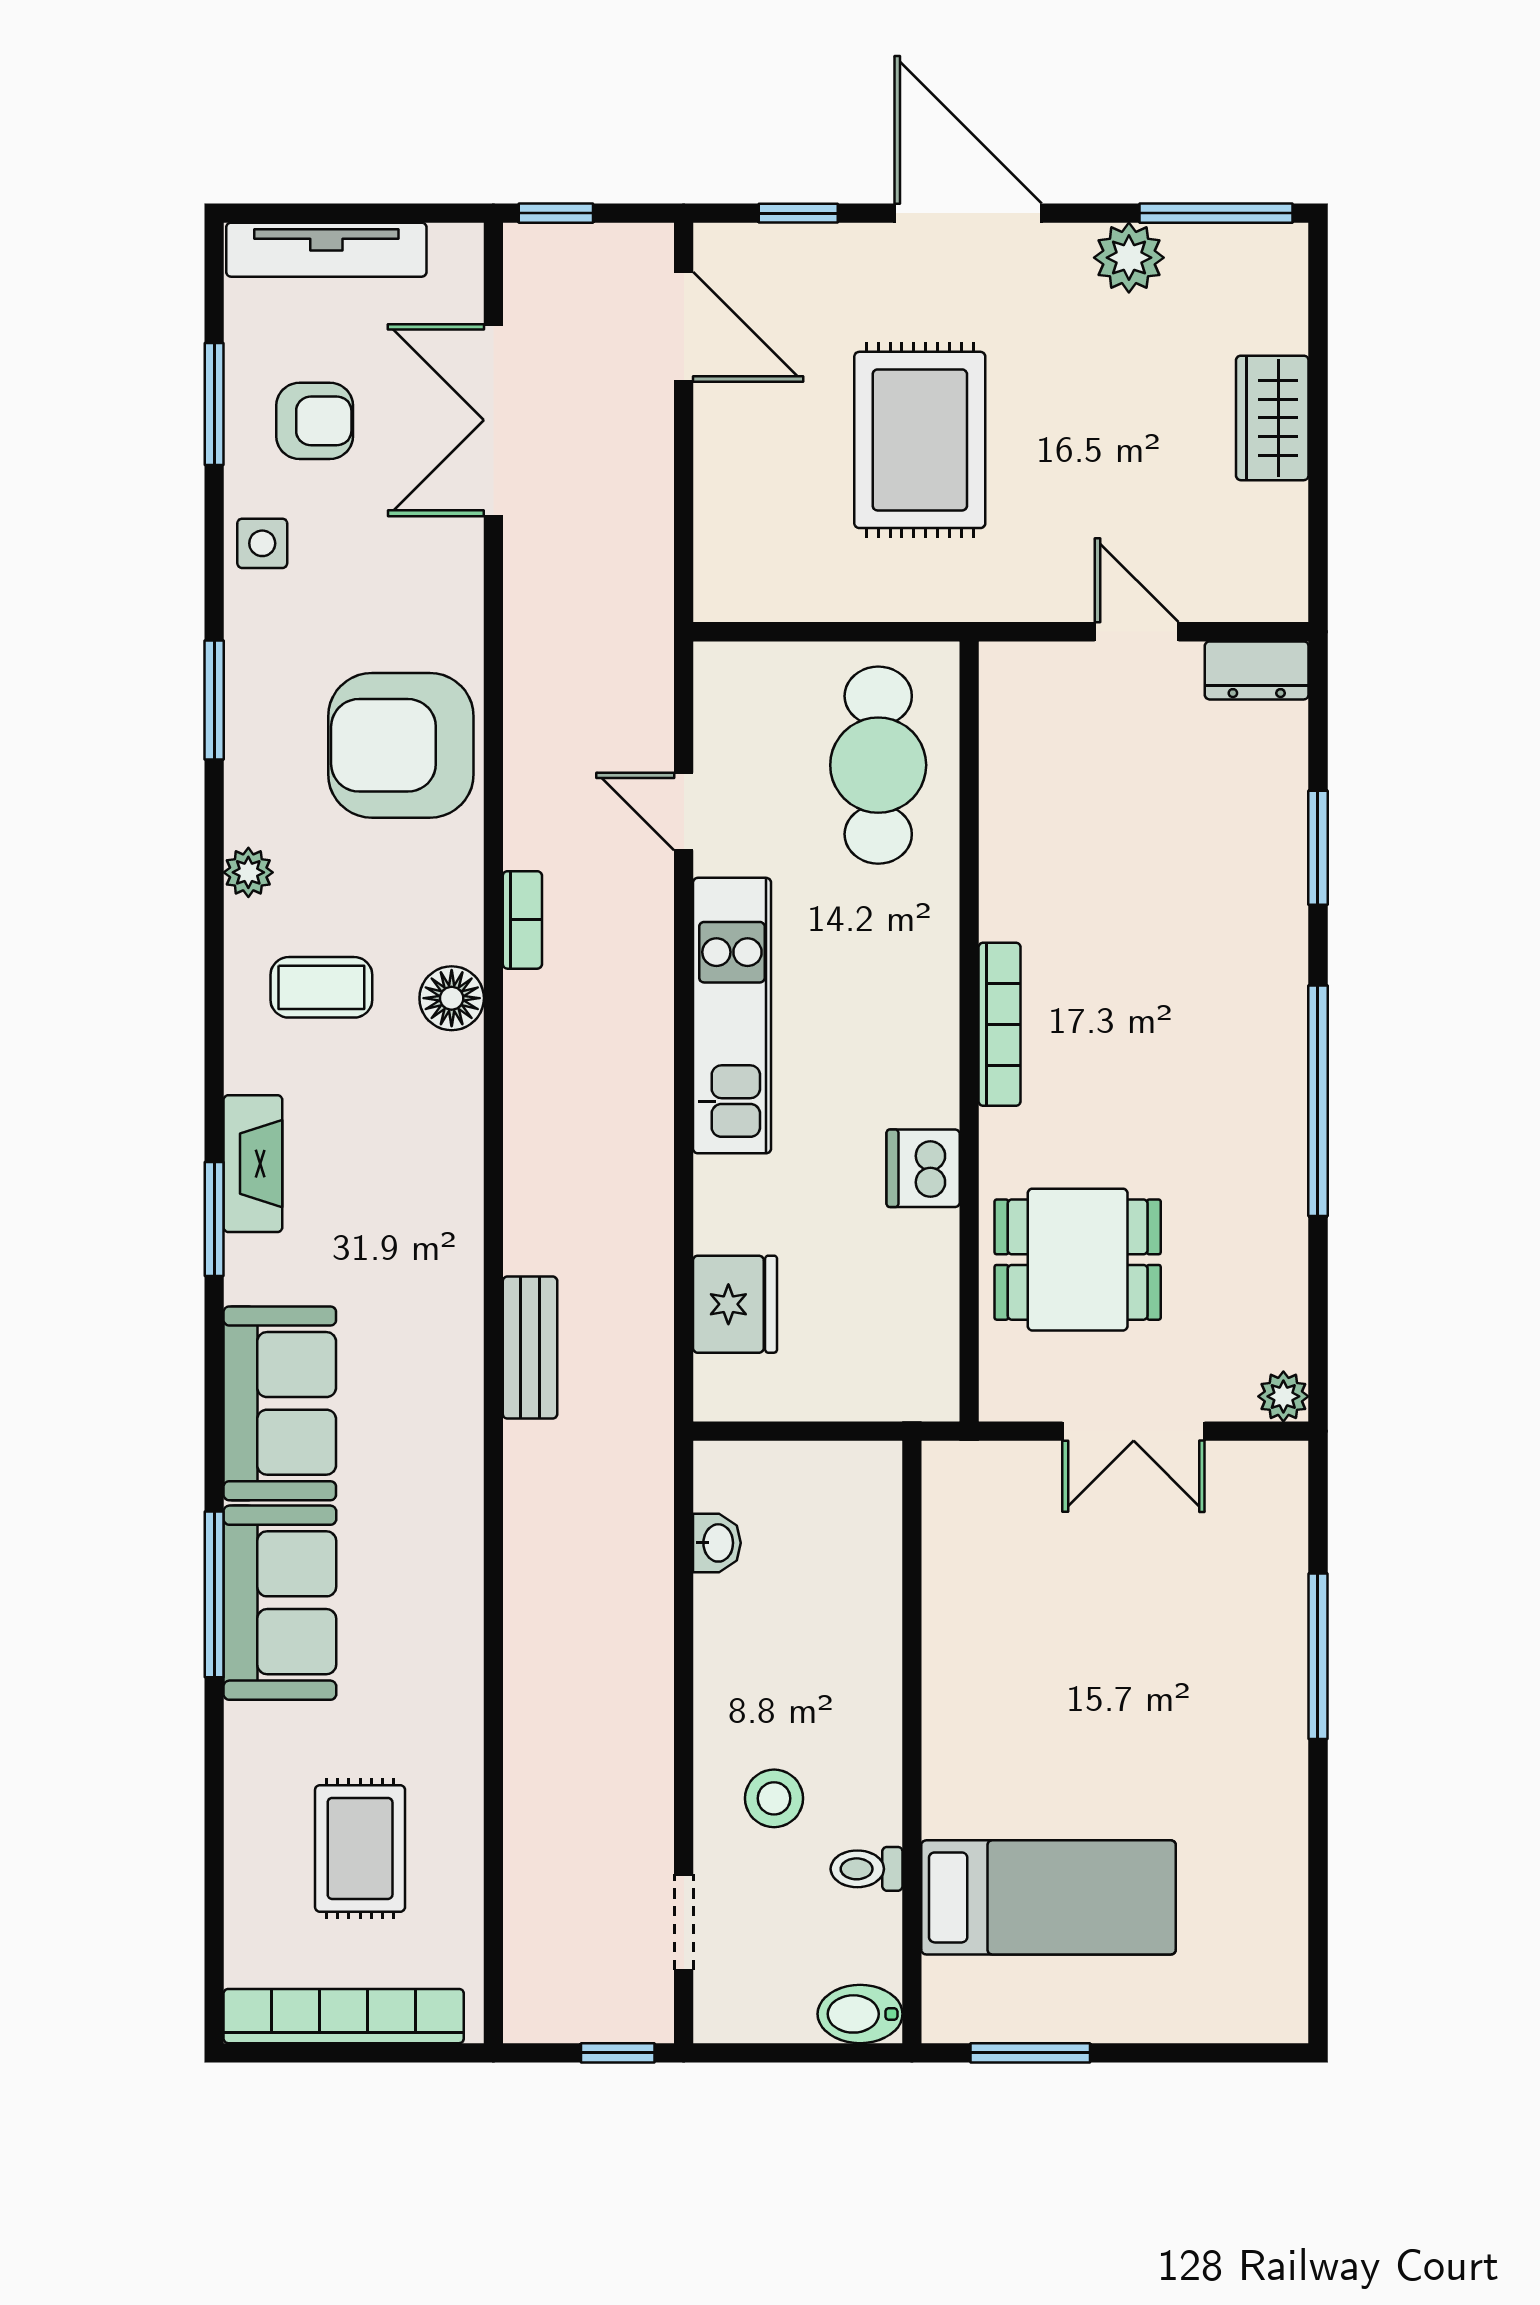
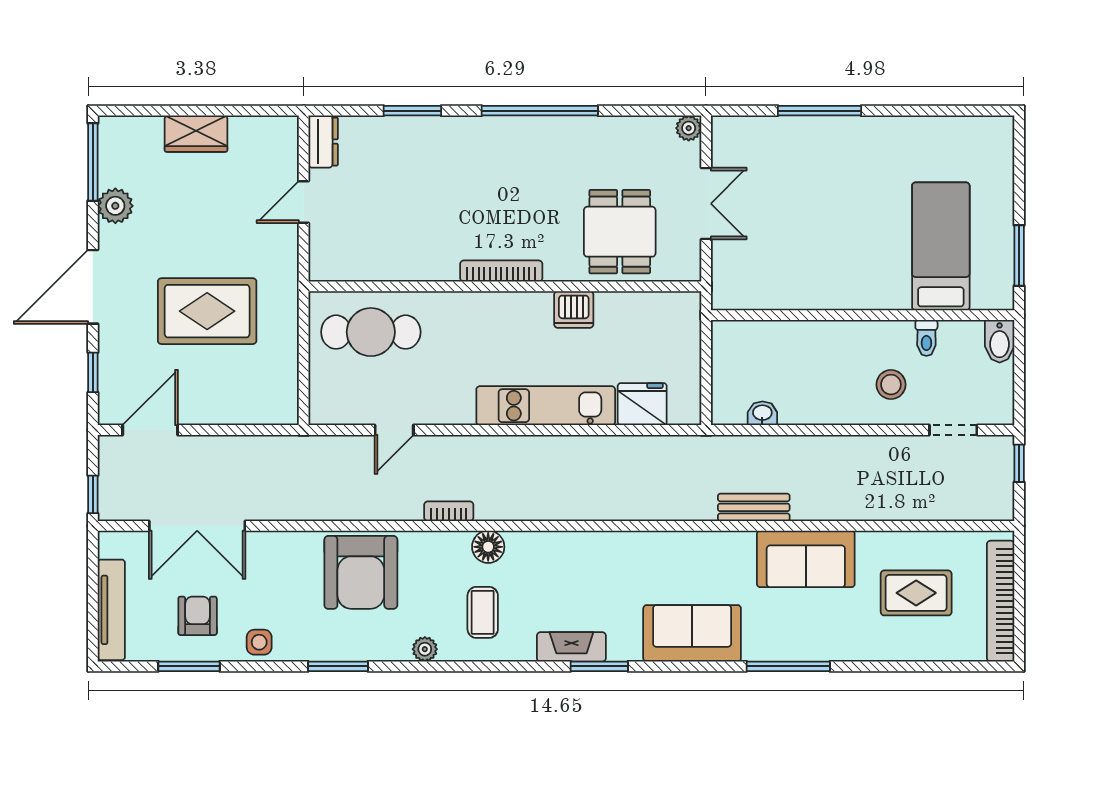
kitchen unit: (732, 1016) -> (546, 406), moved
bench: (530, 1348) -> (754, 507), moved
sofa: (280, 1603) -> (806, 559), moved, turned 180

